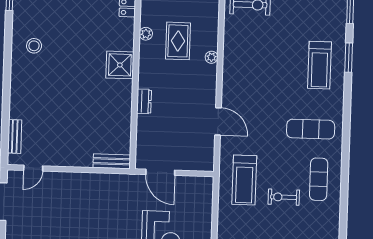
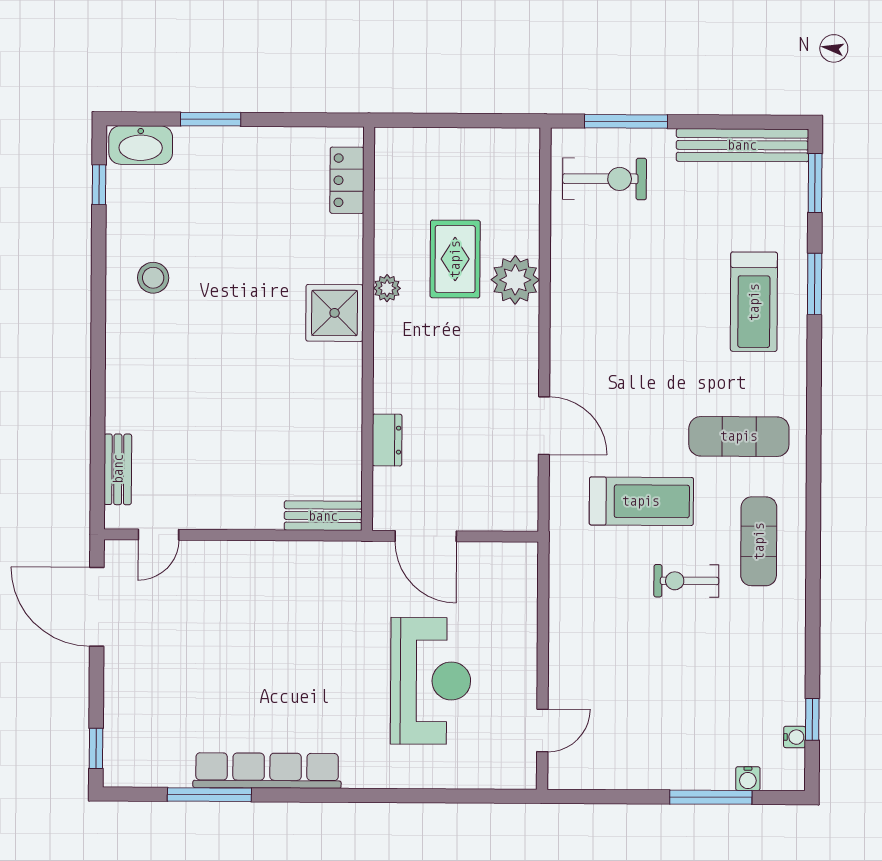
plant: (146, 34) -> (387, 288), moved
plant: (212, 57) -> (515, 280), width x1.88, depth x1.88
dresser: (144, 101) -> (387, 440), moved
treadmill: (244, 180) -> (641, 501), moved, turned -90

